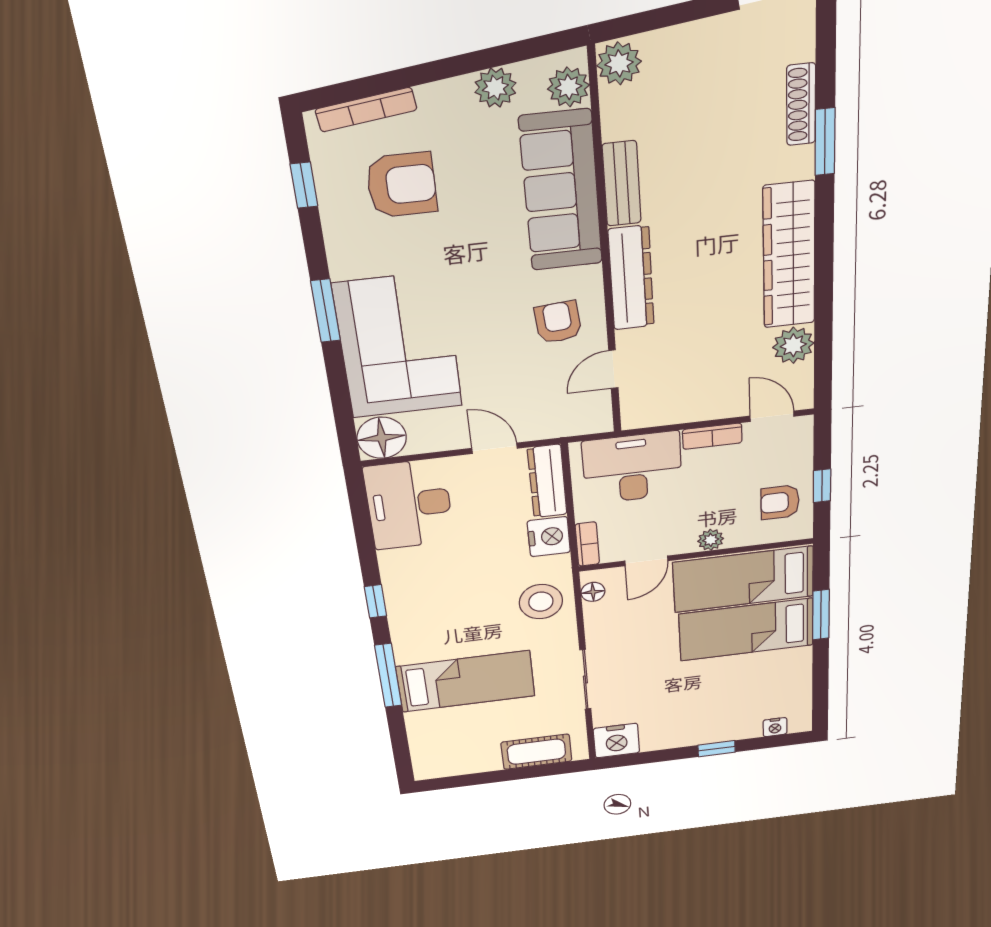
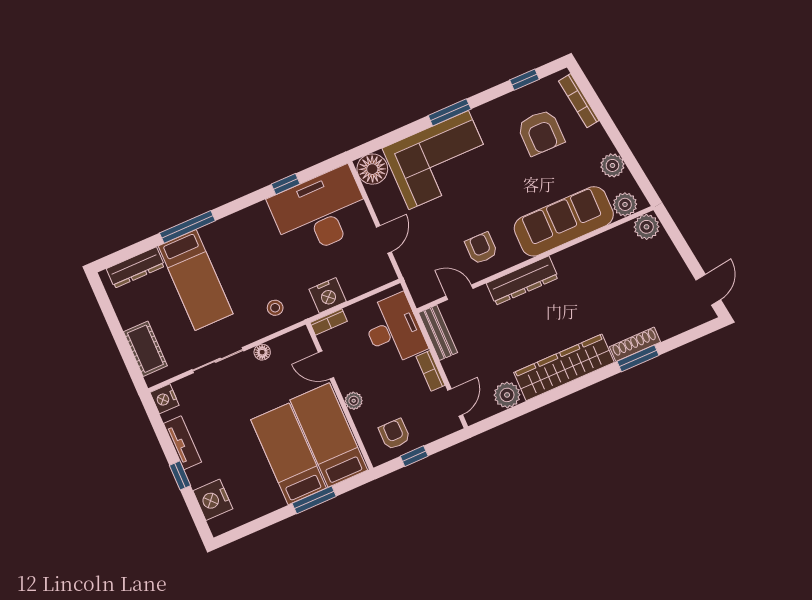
shoe rack: (801, 104) -> (635, 344), moved
bench: (622, 184) -> (438, 333), moved, turned 90
armchair: (558, 322) -> (481, 248), turned -85
dresser: (547, 481) -> (136, 268), moved, turned 180
desk: (409, 504) -> (320, 212), width x1.36, depth x1.30
floor lamp: (593, 592) -> (262, 352), moved
window: (375, 601) -> (286, 184), moved
stool: (541, 602) -> (275, 308), width x0.53, depth x0.53
nightstand: (775, 727) -> (213, 500), width x1.89, depth x1.79
tv unit: (676, 738) -> (183, 443), added
nightstand: (616, 741) -> (165, 399), width x0.74, depth x0.75

